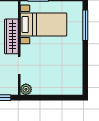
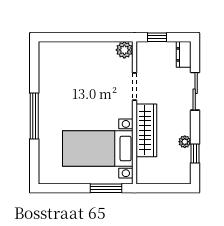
window: (85, 25) -> (34, 116), moved

